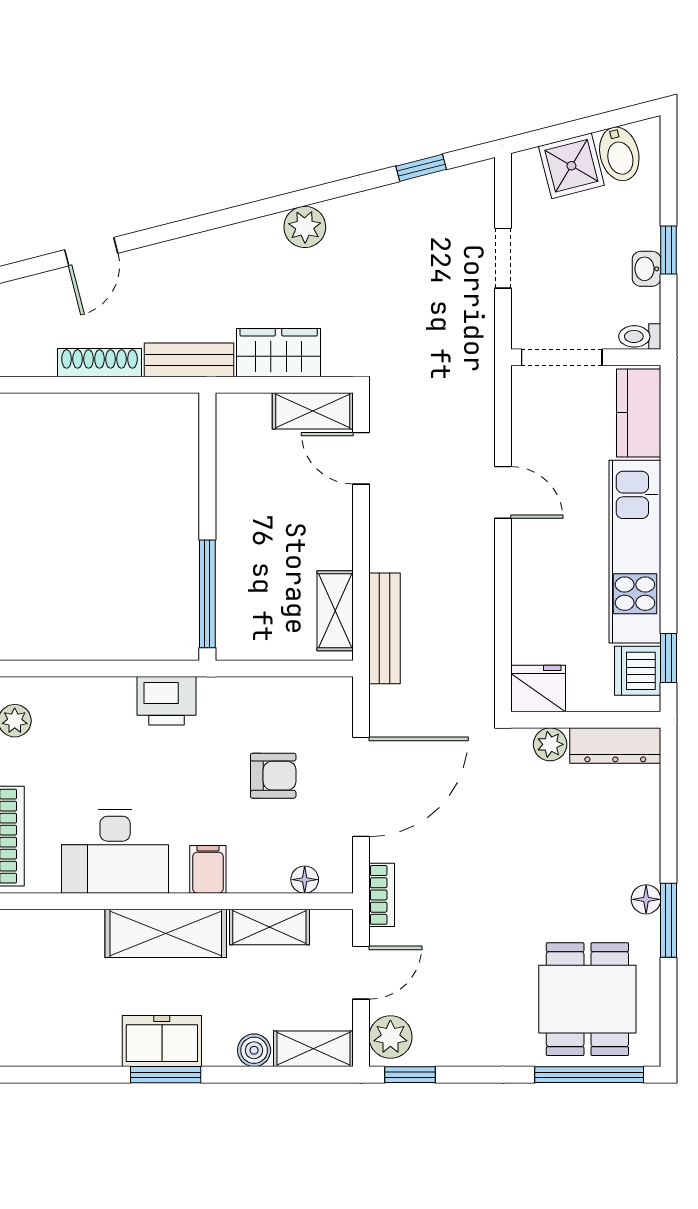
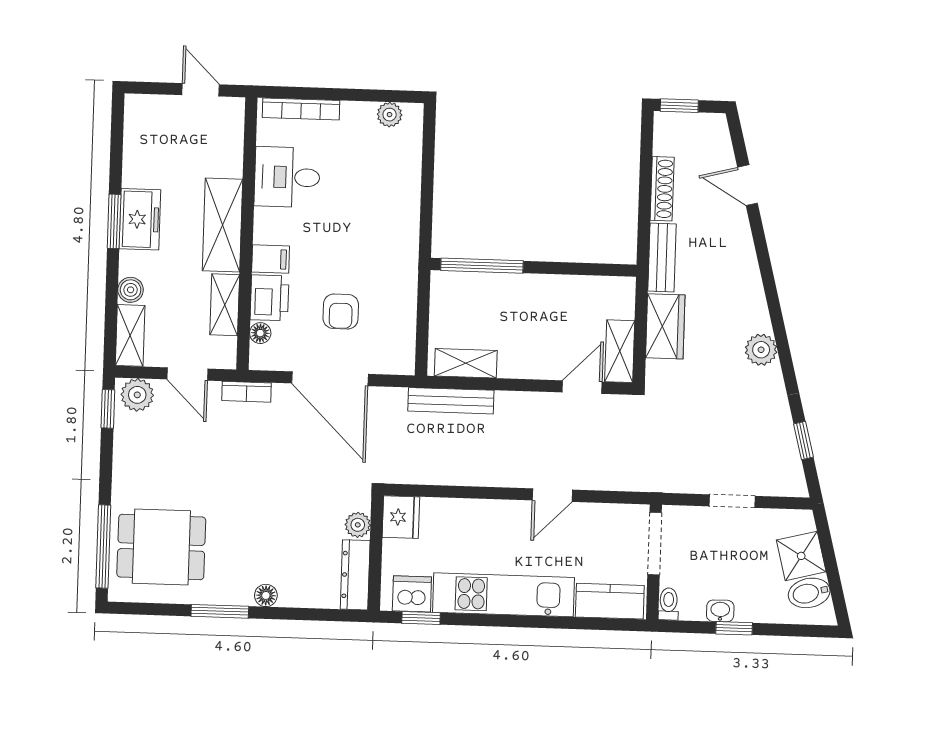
printer: (166, 701) -> (270, 298), moved, turned 180
desk: (115, 851) -> (287, 177), width x0.73
floor lamp: (646, 899) -> (266, 595), moved

